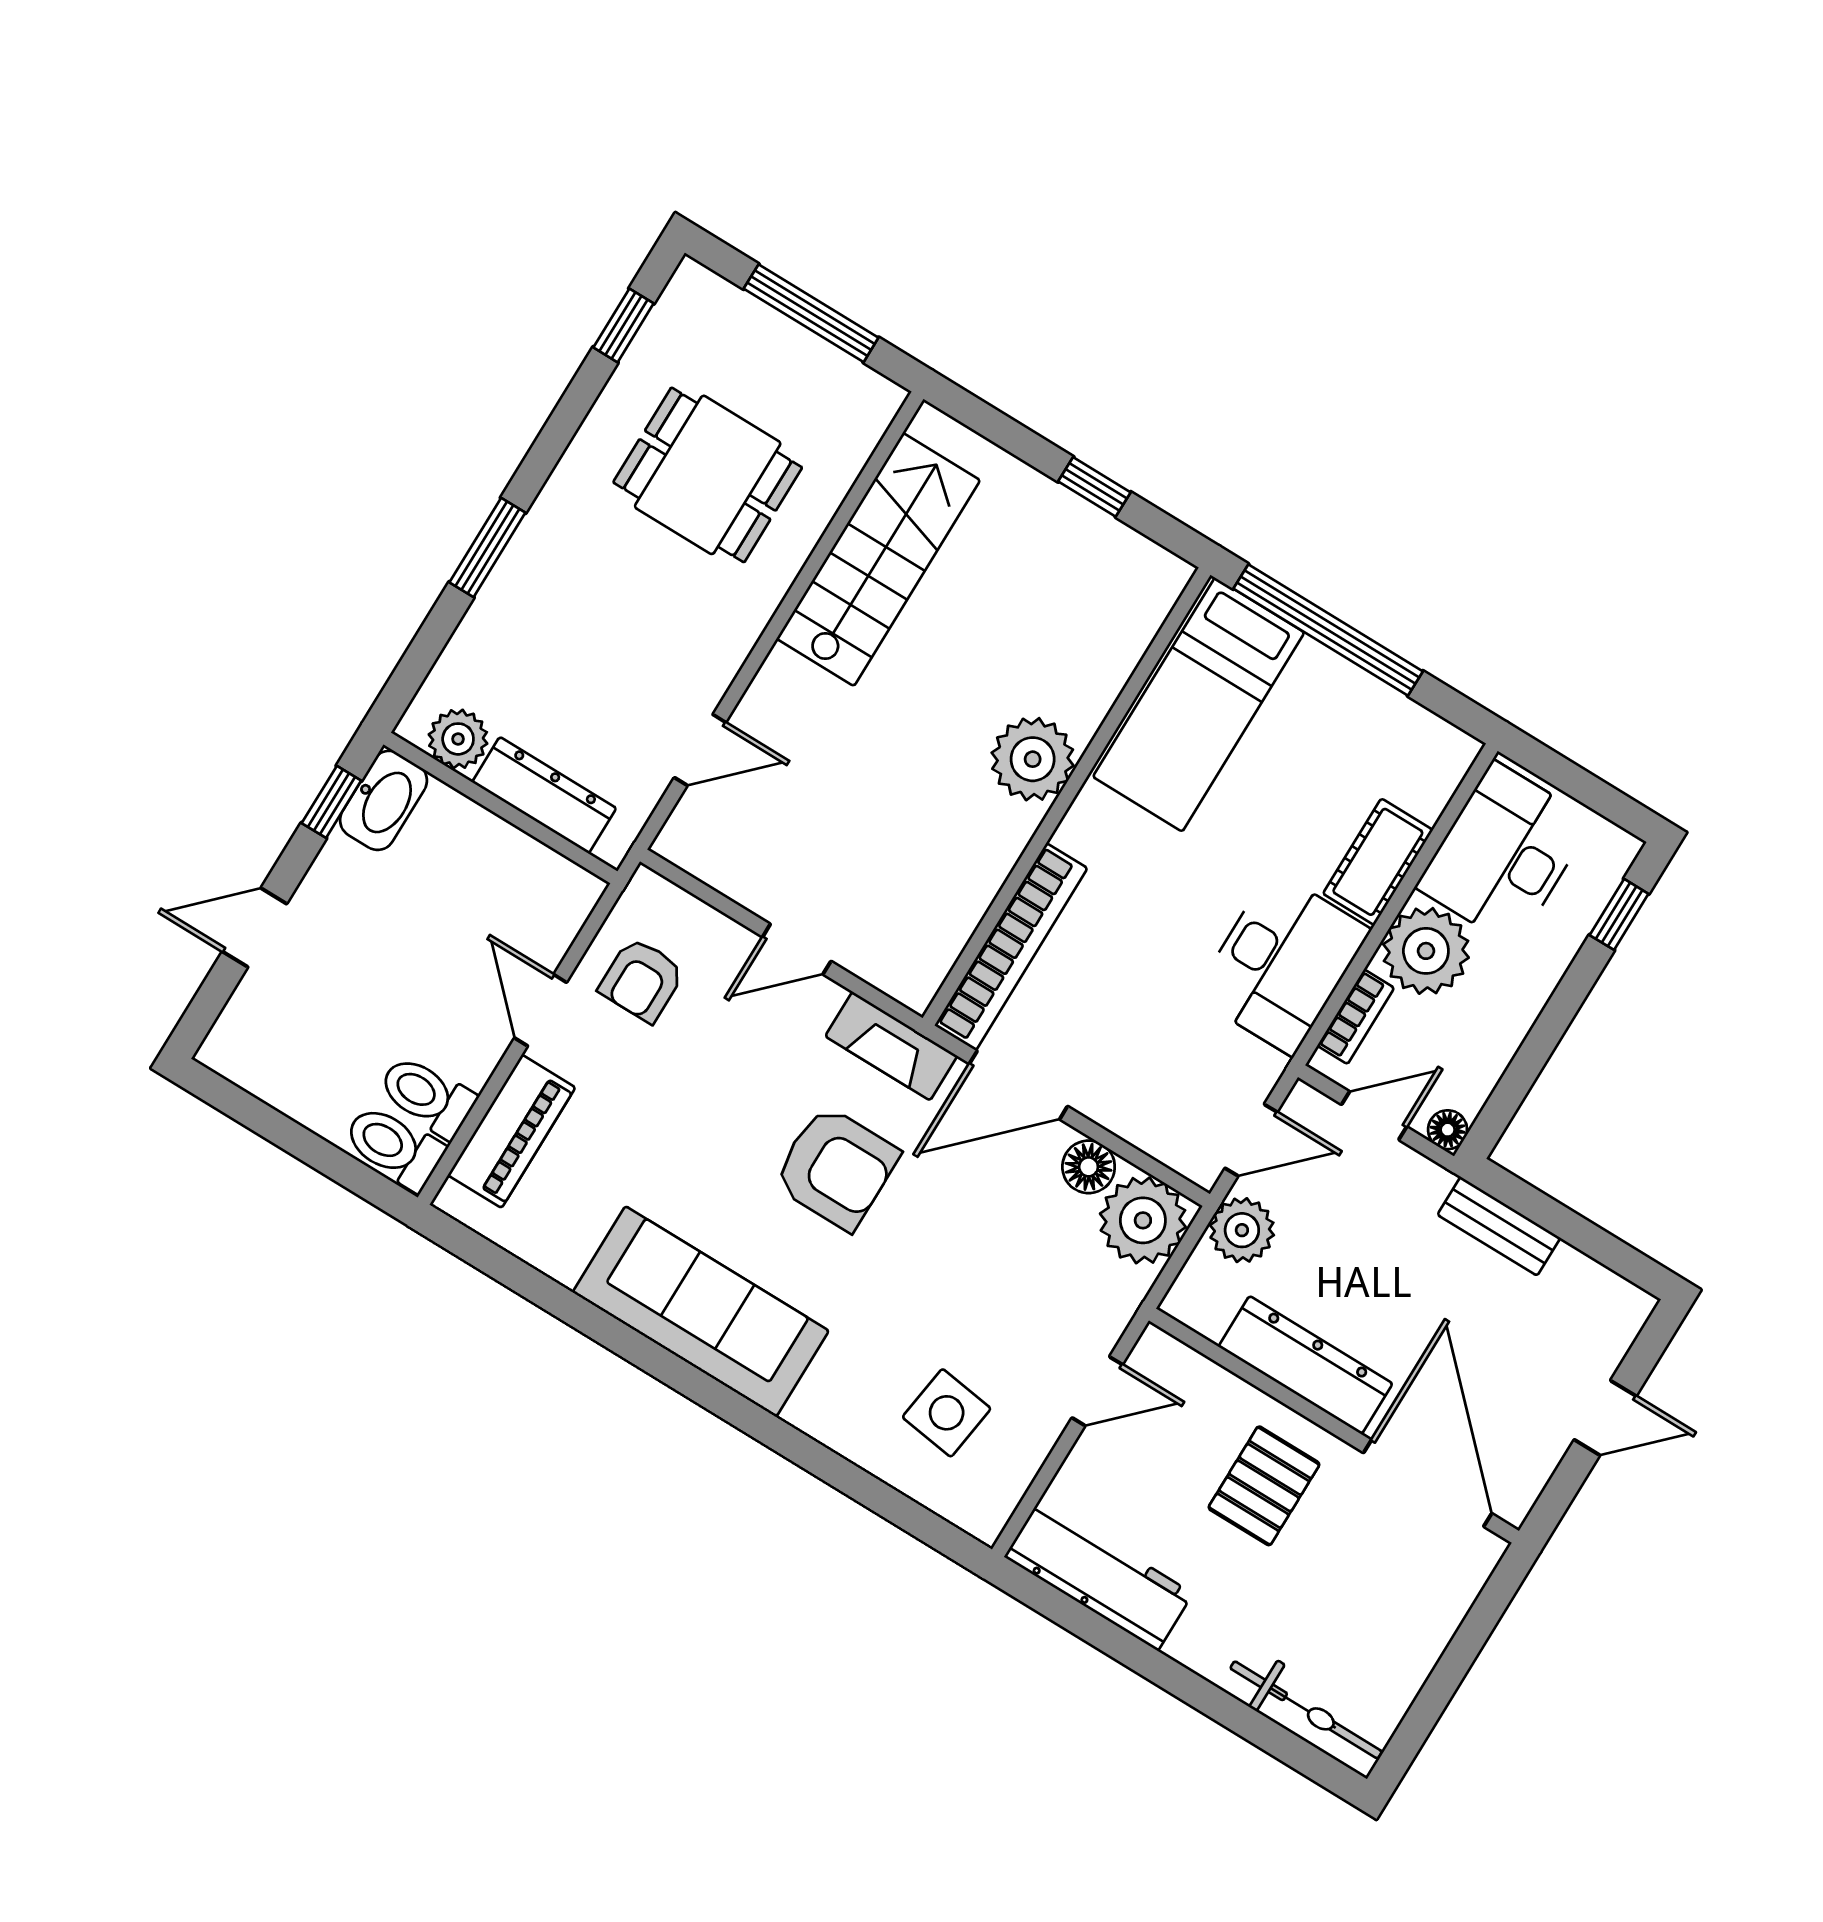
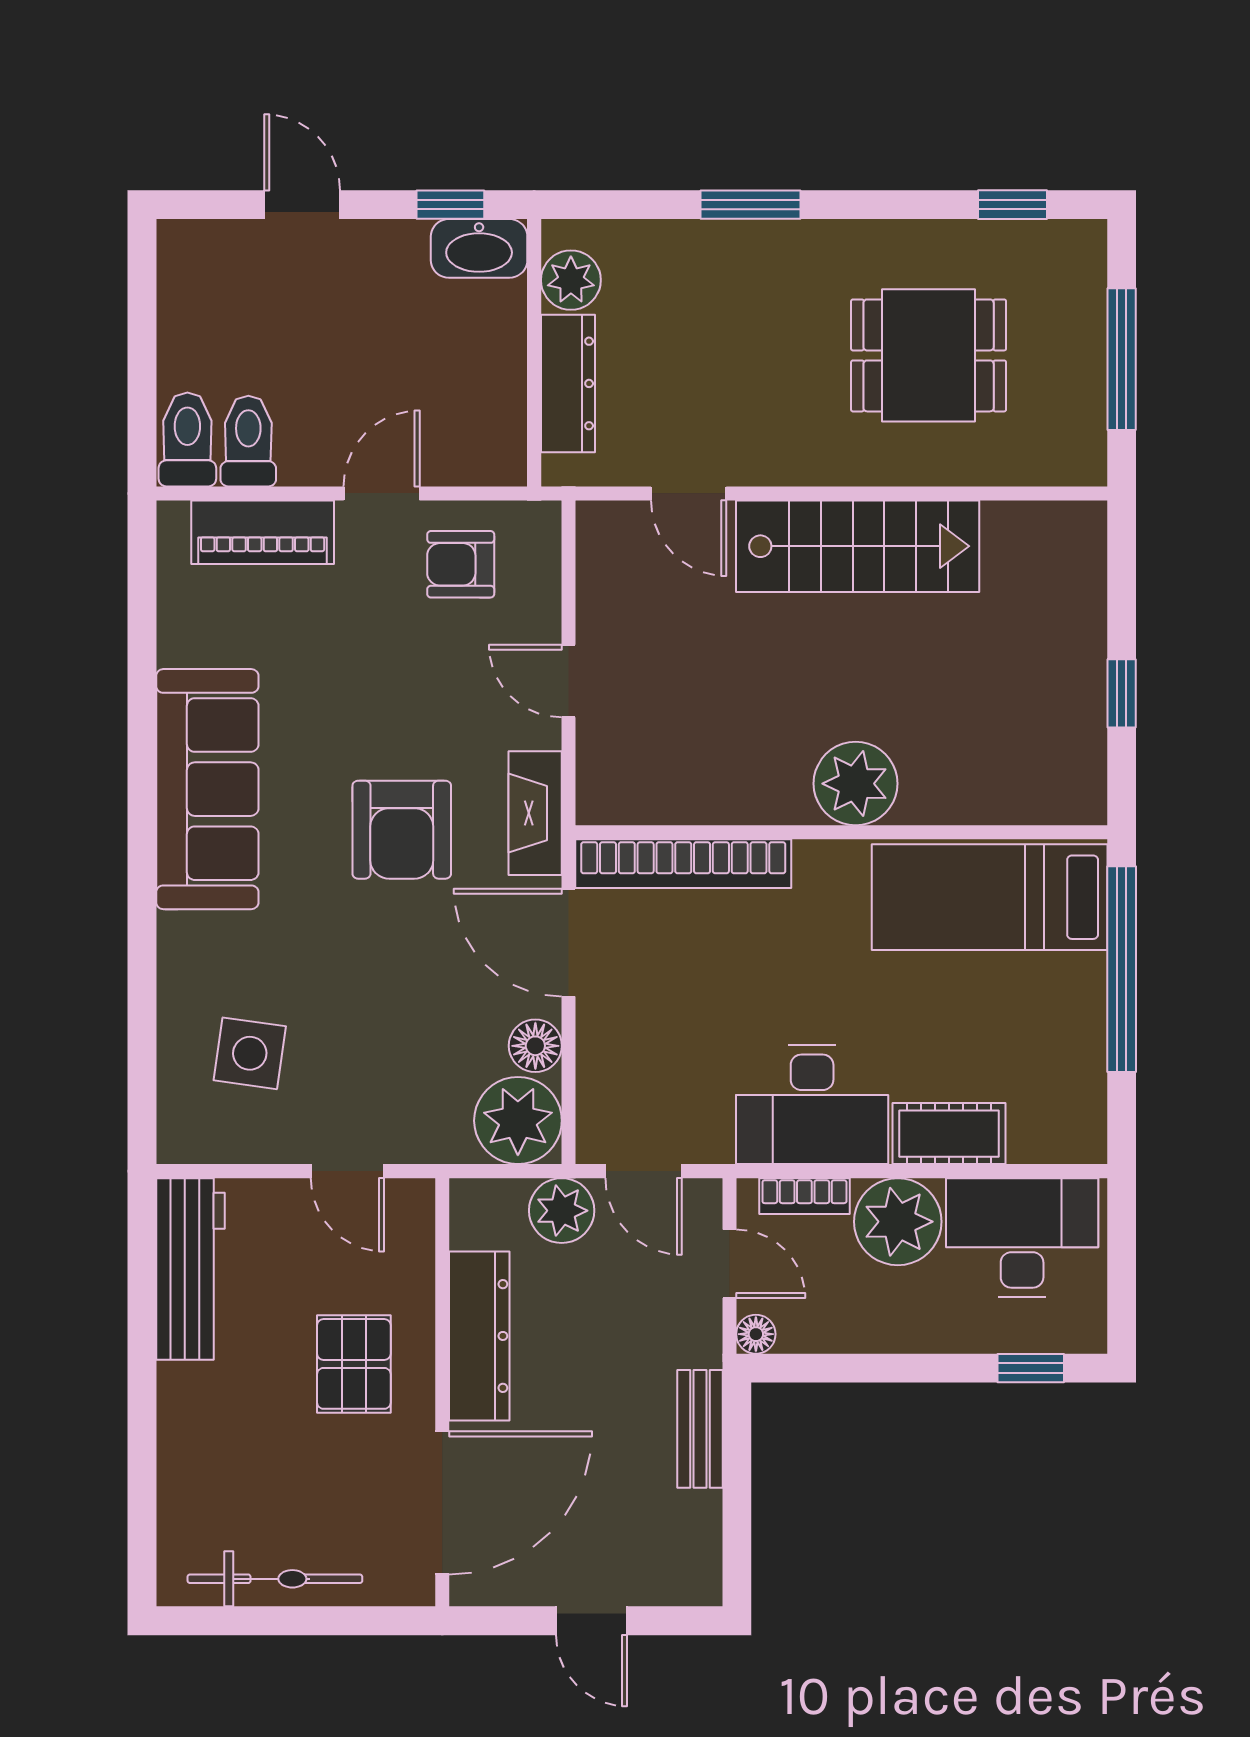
dining table: (708, 475) -> (929, 355), turned 90
stairs: (878, 559) -> (858, 546), moved
pallet: (1264, 1486) -> (354, 1364), turned 90
bicycle: (1306, 1710) -> (275, 1579), moved, turned -90

